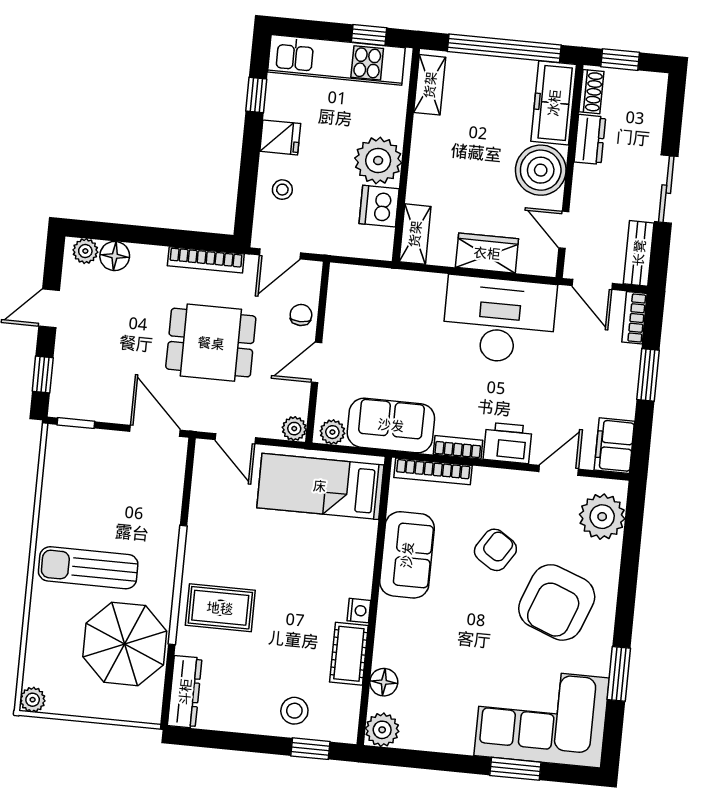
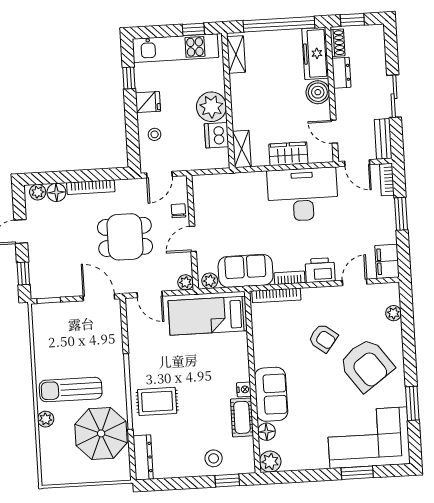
boiler: (541, 170) -> (318, 92), width x0.73, depth x0.73
bookcase: (206, 260) -> (91, 187), moved
plant: (602, 517) -> (393, 313), width x0.53, depth x0.53
armchair: (495, 550) -> (323, 338), turned 94
sofa: (407, 555) -> (271, 394), moved
armchair: (557, 602) -> (367, 365), turned -57
plant: (33, 700) -> (46, 419), moved

